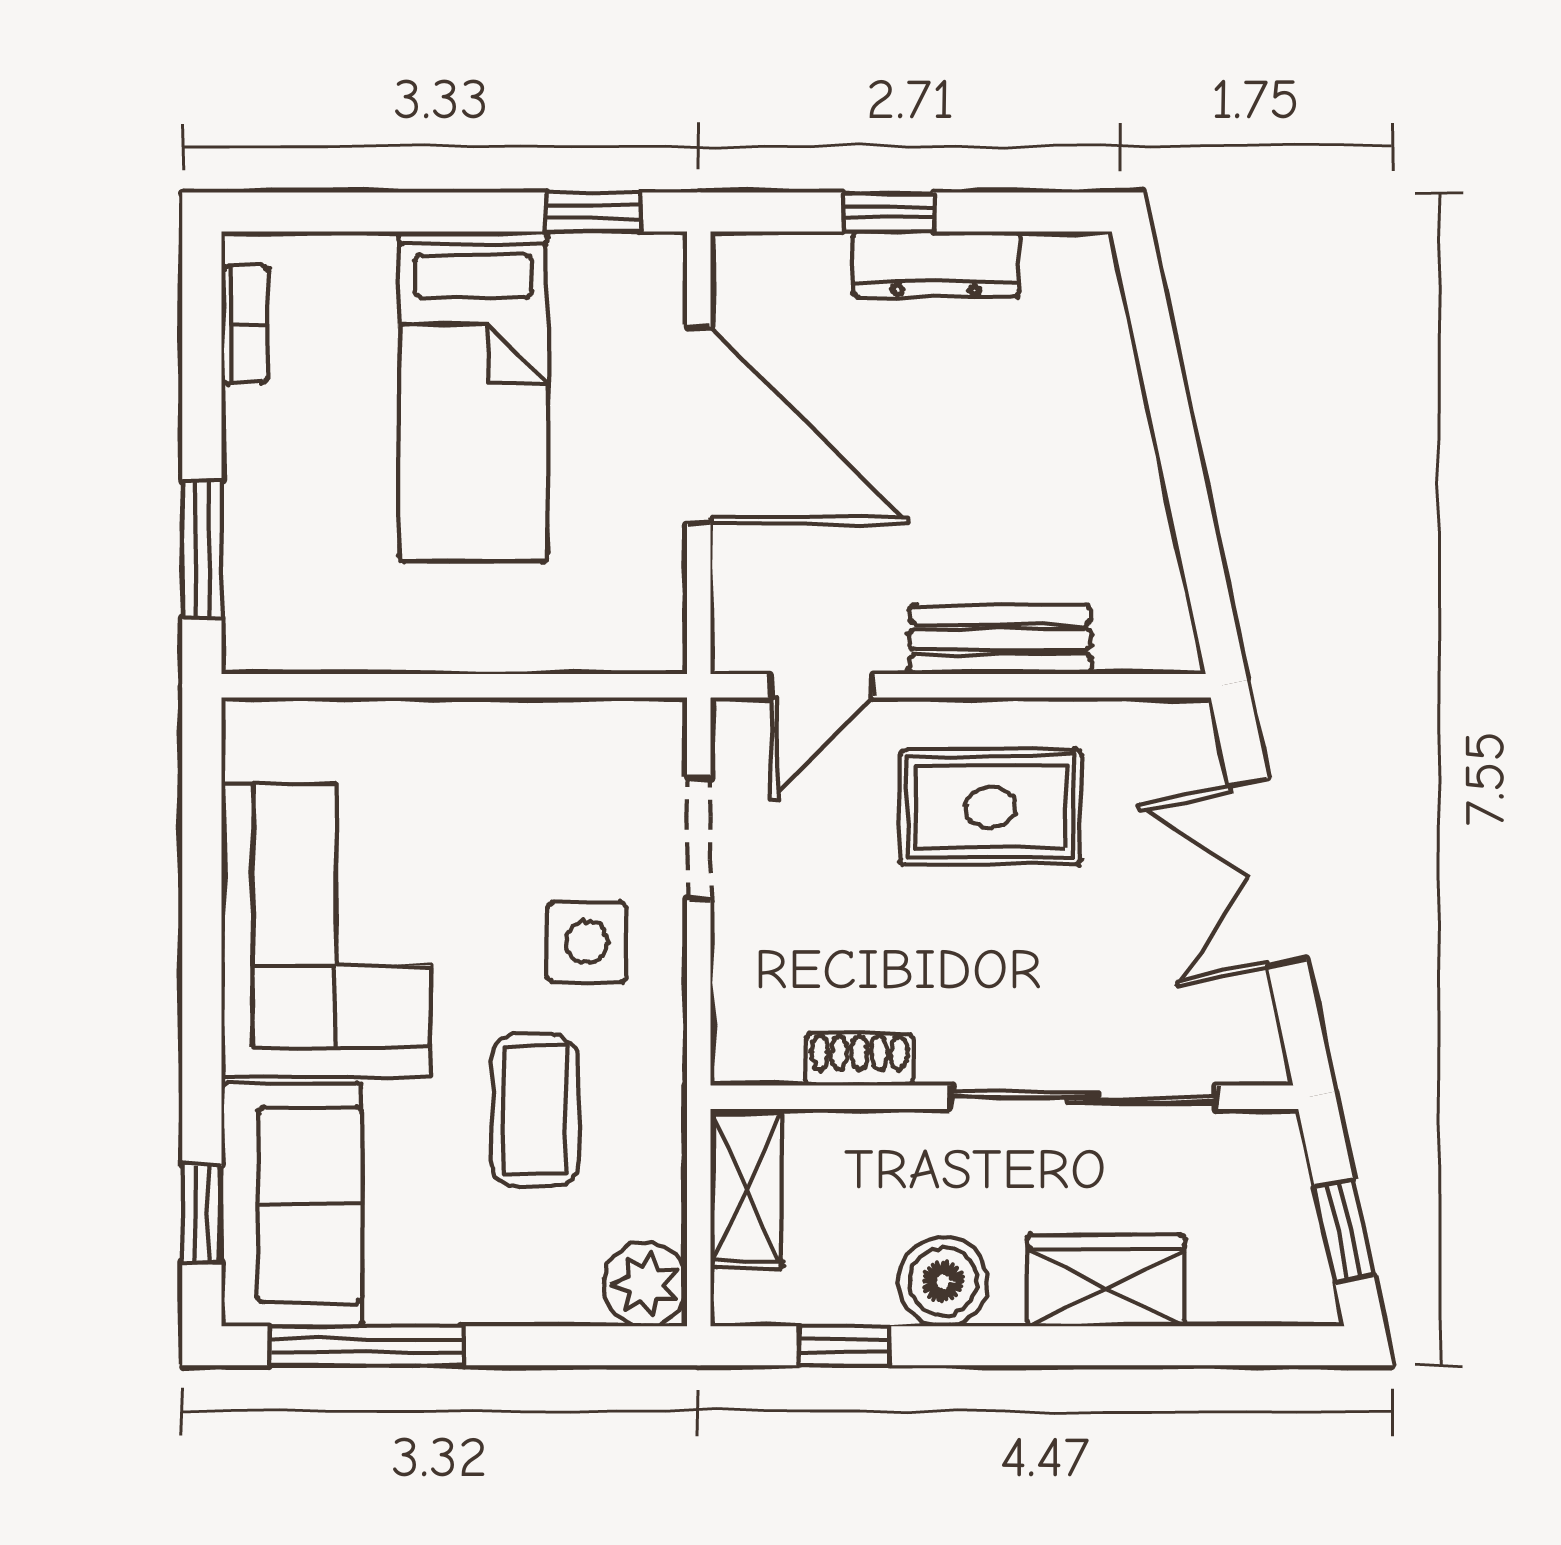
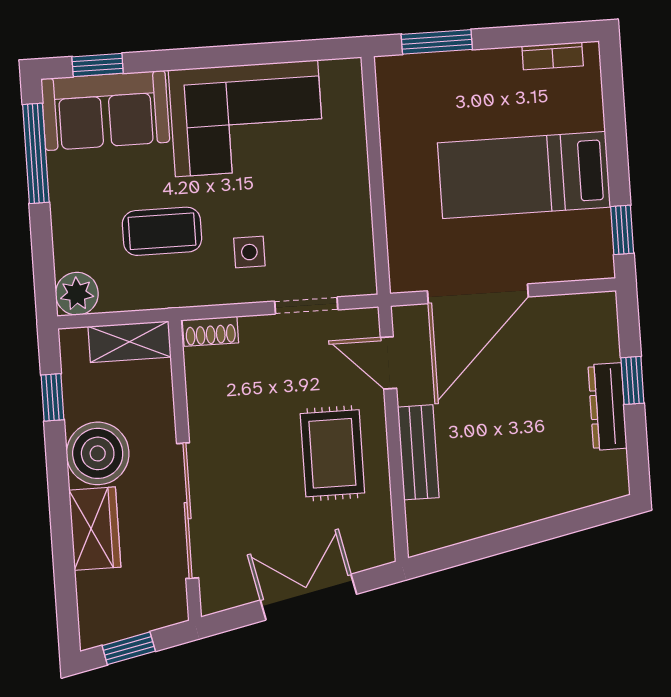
door: (699, 425) -> (478, 294), moved
side table: (587, 942) -> (249, 252), width x0.73, depth x0.73
shoe rack: (859, 1060) -> (210, 331), moved, turned 90
boiler: (943, 1281) -> (98, 453), width x1.37, depth x1.37

